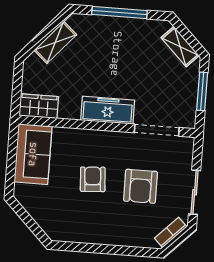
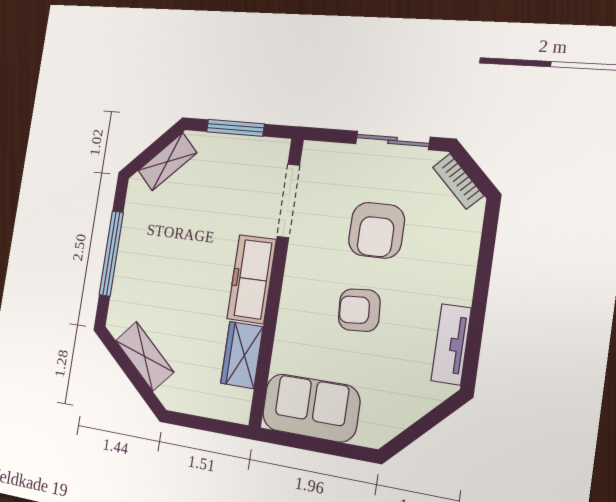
wardrobe: (39, 106) -> (242, 355), moved
armchair: (141, 186) -> (376, 230), turned 90
tv unit: (76, 234) -> (451, 344), added

